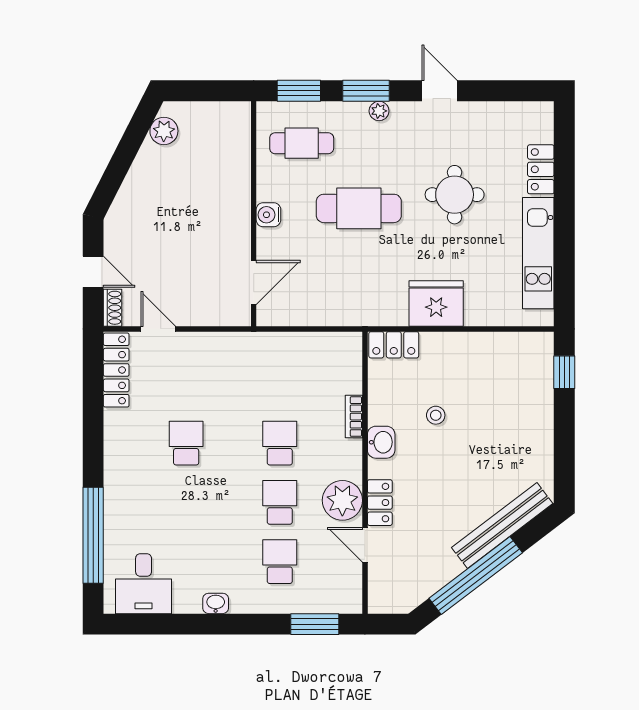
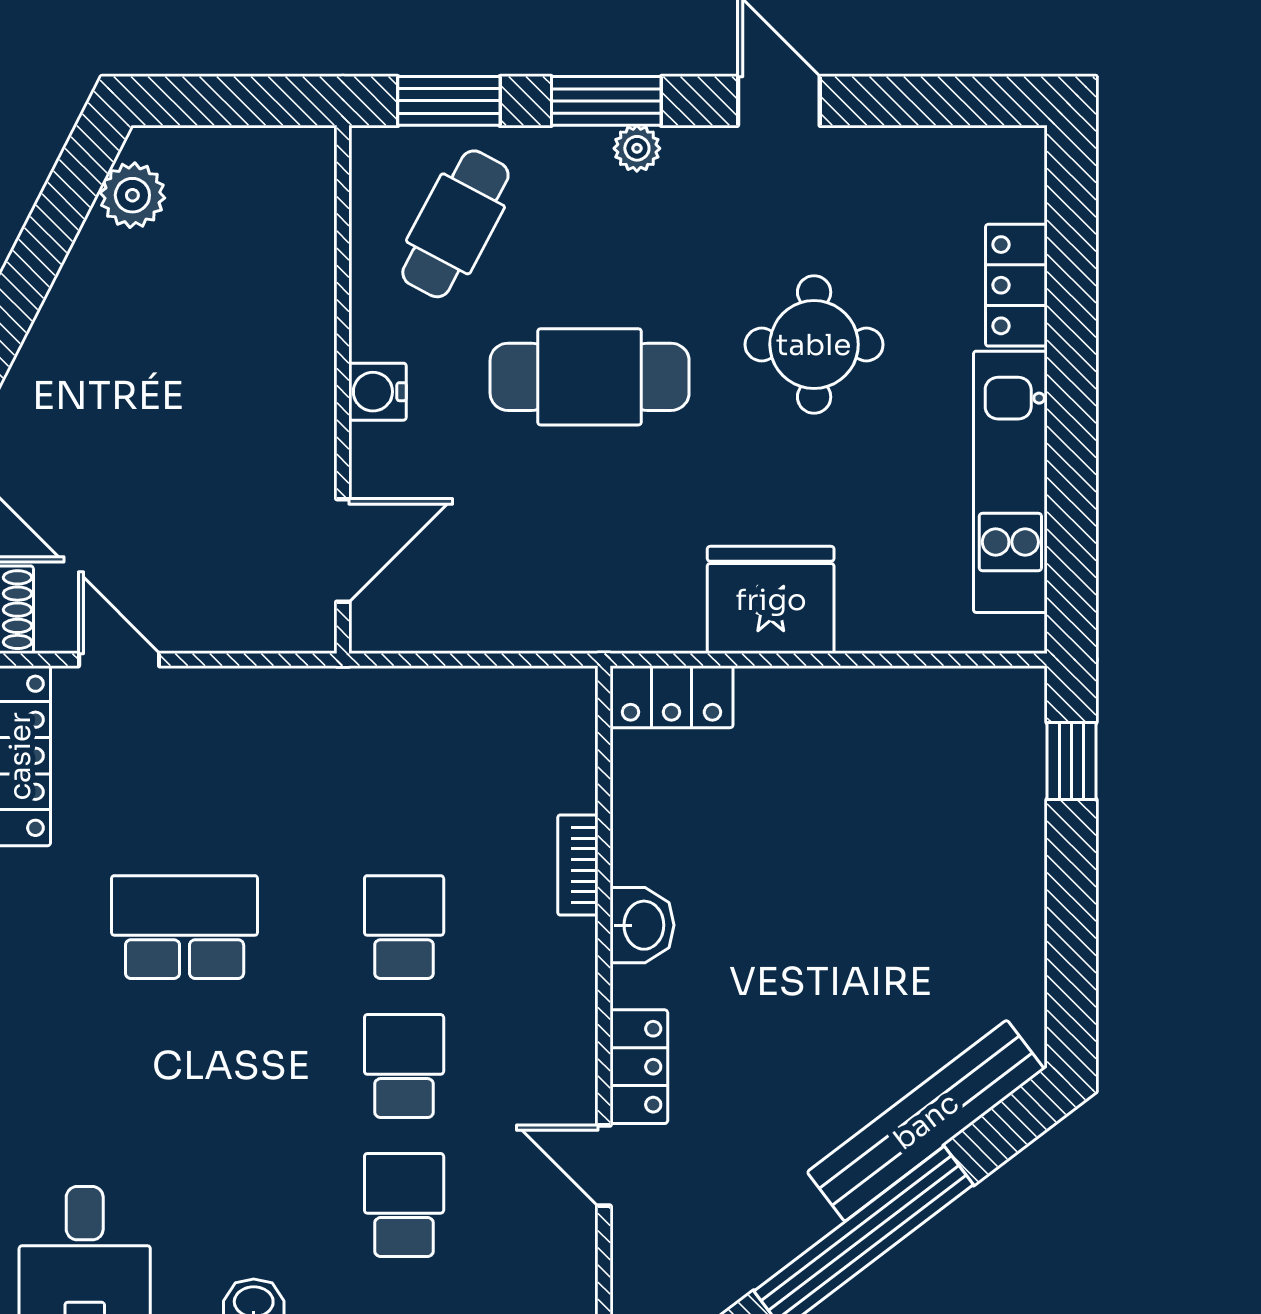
cafe table: (302, 143) -> (455, 224), turned -62
stool: (436, 415) -> (770, 862), removed
school desk: (186, 443) -> (185, 927), width x1.85
plant: (342, 500) -> (551, 1061), removed

